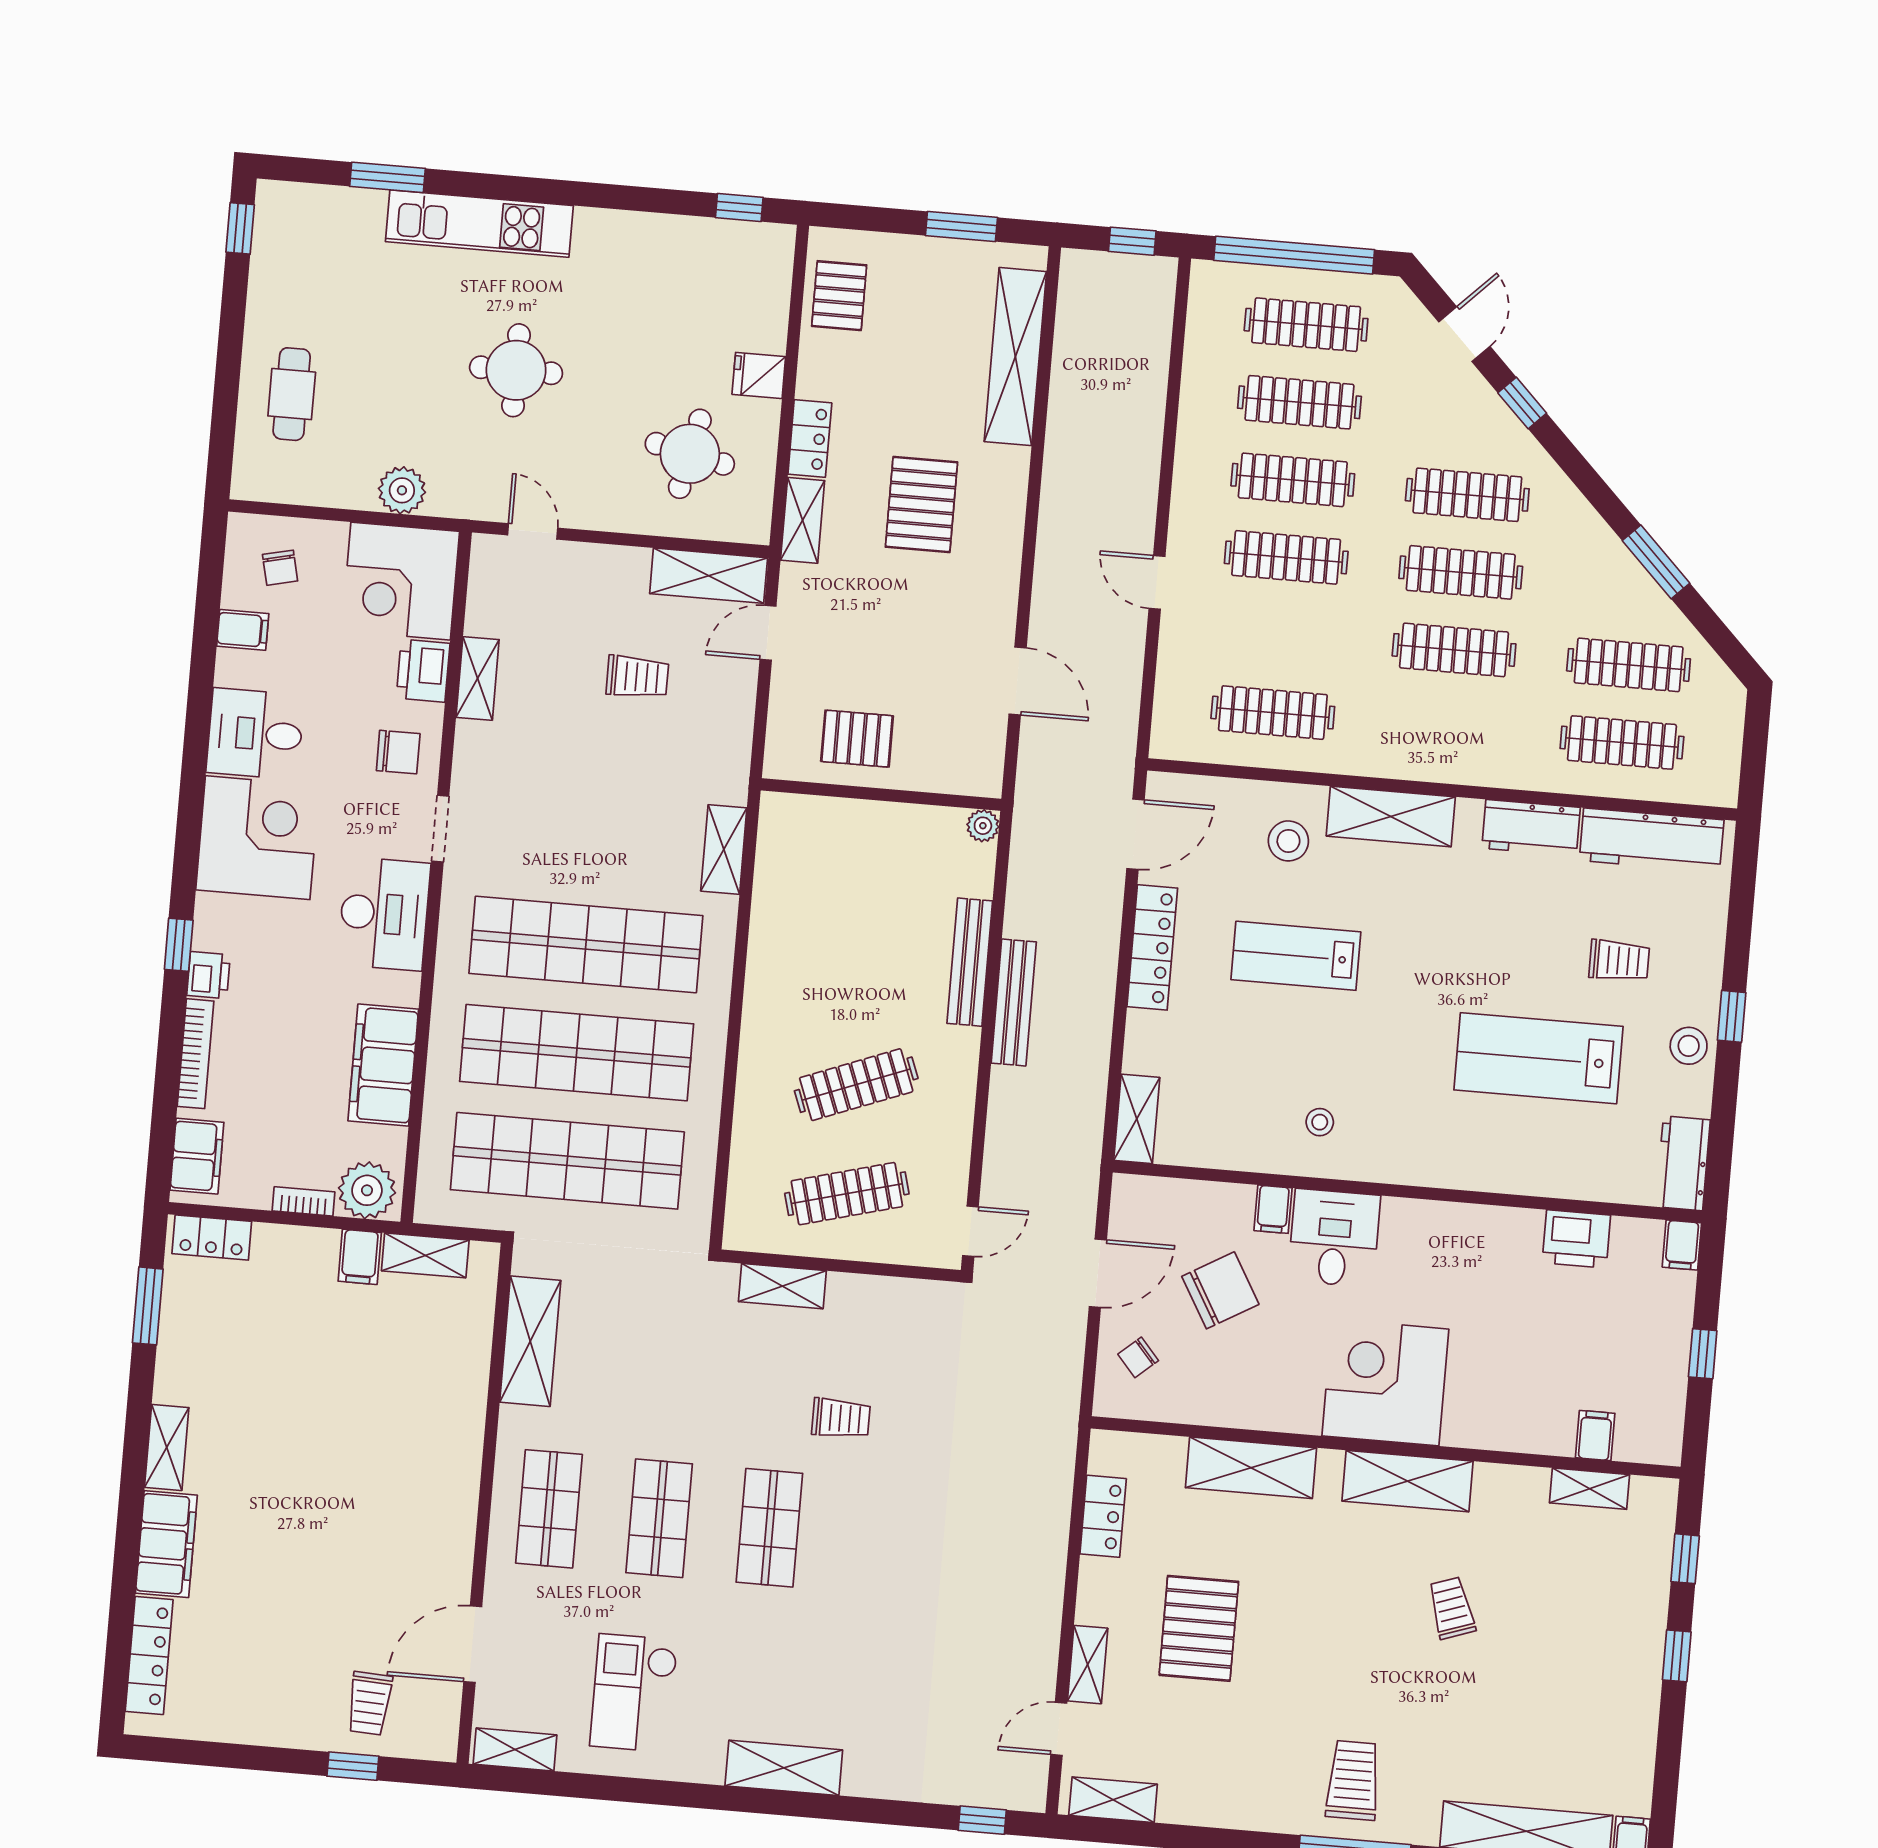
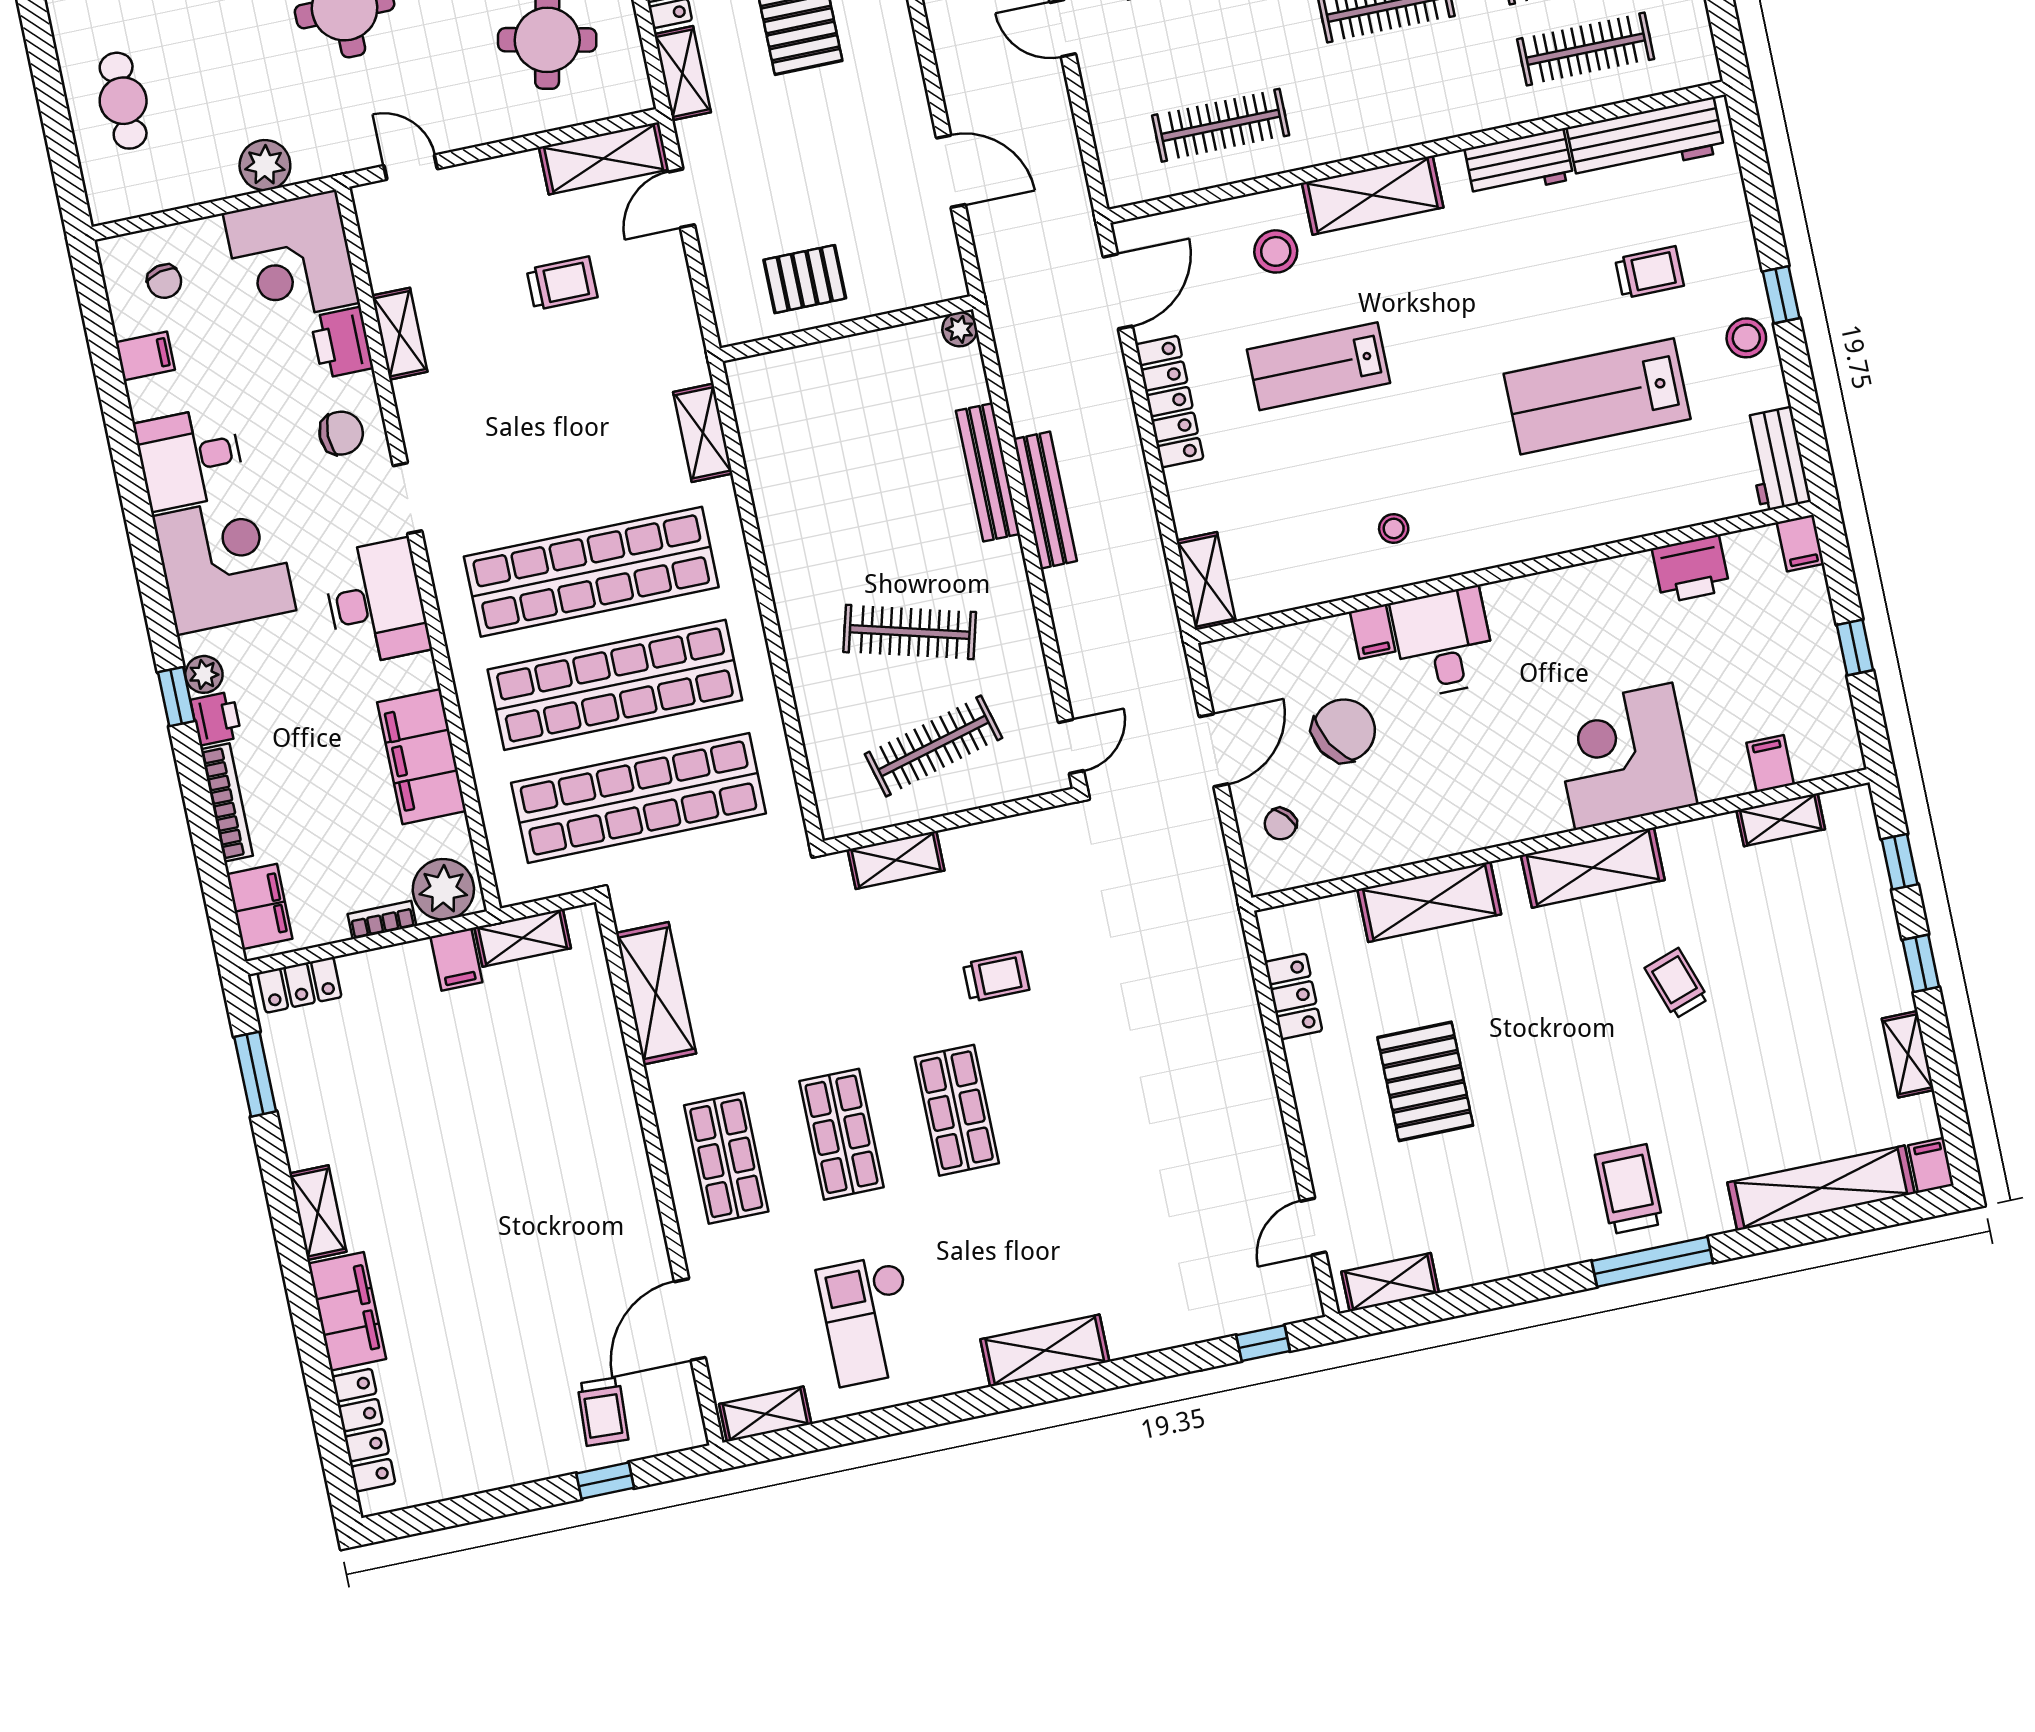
plant: (209, 932) -> (204, 674), added
clothes rail: (856, 1085) -> (910, 632), turned 36
corner desk: (1385, 1382) -> (1624, 756), moved
shelving: (1088, 1665) -> (1908, 1054), moved

